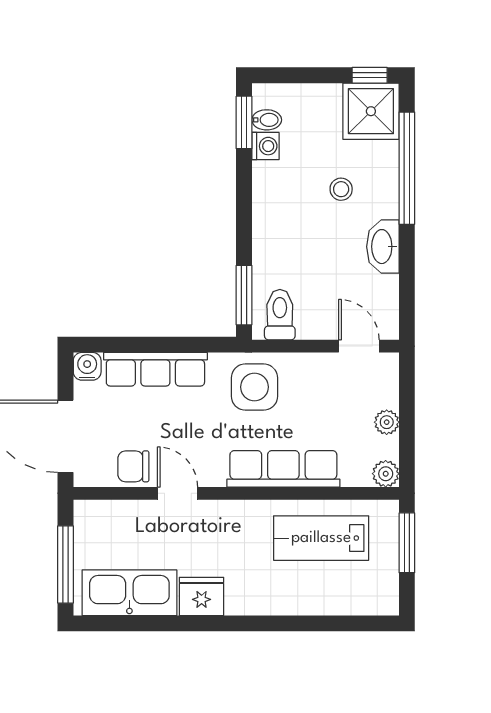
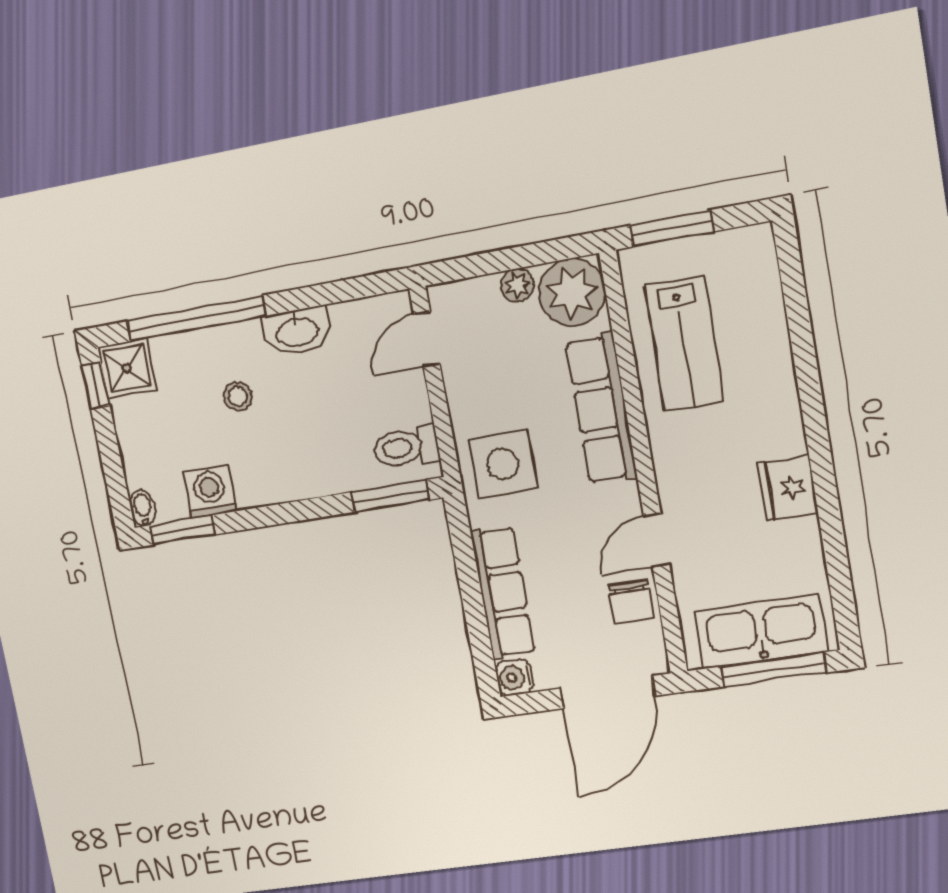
shower: (371, 111) -> (127, 368), width x0.73, depth x0.73
bidet: (267, 120) -> (143, 508), moved
washing machine: (265, 146) -> (210, 492), width x1.38, depth x1.38
plant: (386, 474) -> (572, 292), width x1.88, depth x1.88
kitchen sink: (129, 593) -> (761, 631), moved, turned 90

